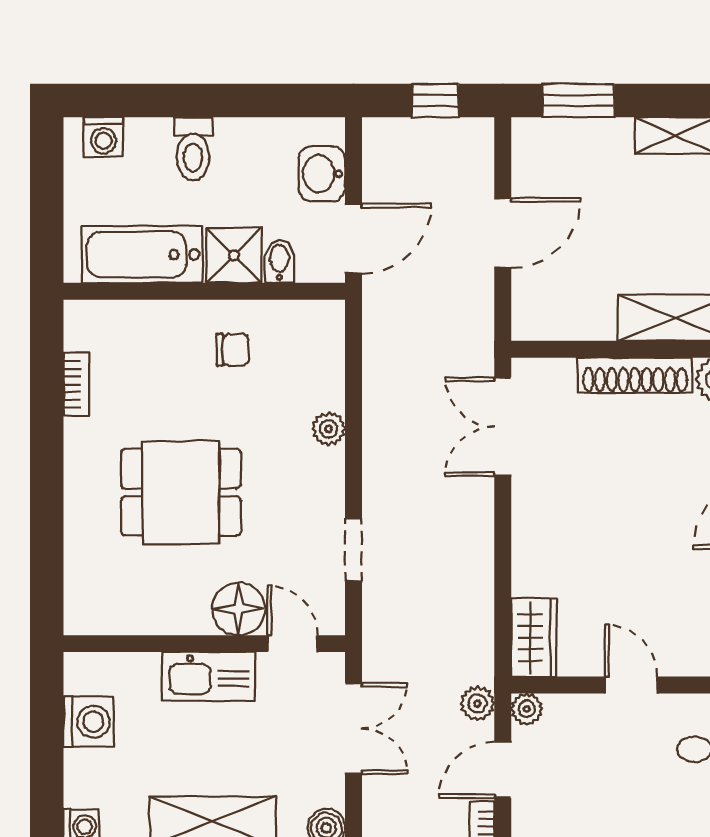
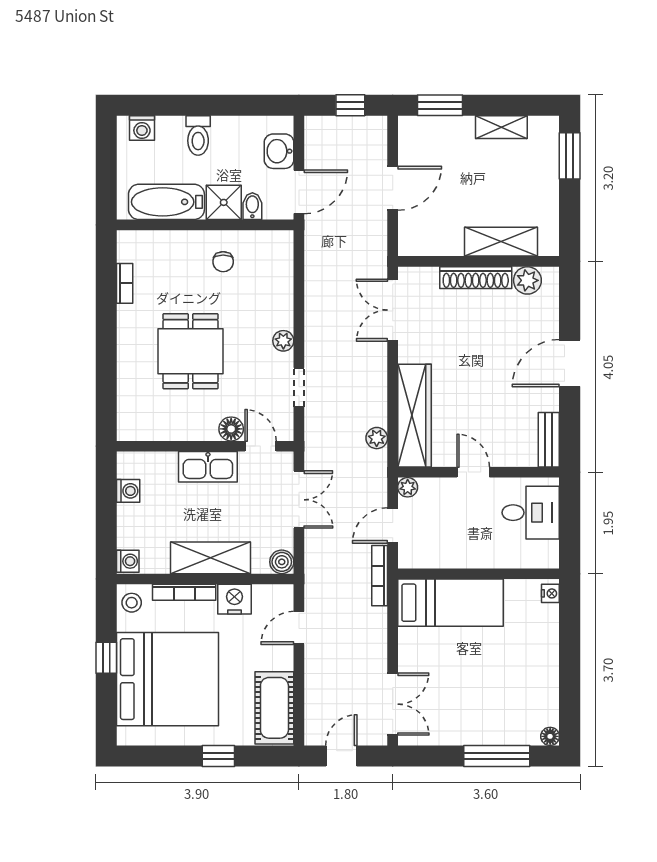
chair: (233, 350) -> (223, 262), turned 90
plant: (329, 429) -> (283, 341), moved
dining table: (181, 492) -> (191, 351), turned 90
floor lamp: (238, 609) -> (231, 429), width x0.73, depth x0.73
wardrobe: (534, 638) -> (414, 416), width x2.10, depth x1.17
plant: (477, 704) -> (377, 438), moved
washing machine: (88, 722) -> (128, 491), width x0.73, depth x0.73

